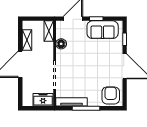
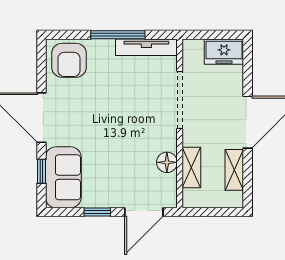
sofa: (103, 30) -> (63, 177), moved, turned 90
shelving: (49, 31) -> (191, 167), moved
freezer: (43, 100) -> (224, 52), moved

